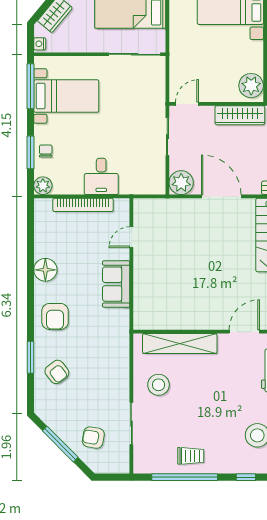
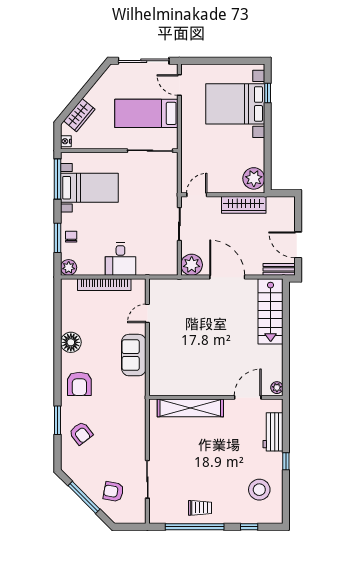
stool: (158, 385) -> (171, 445), removed

